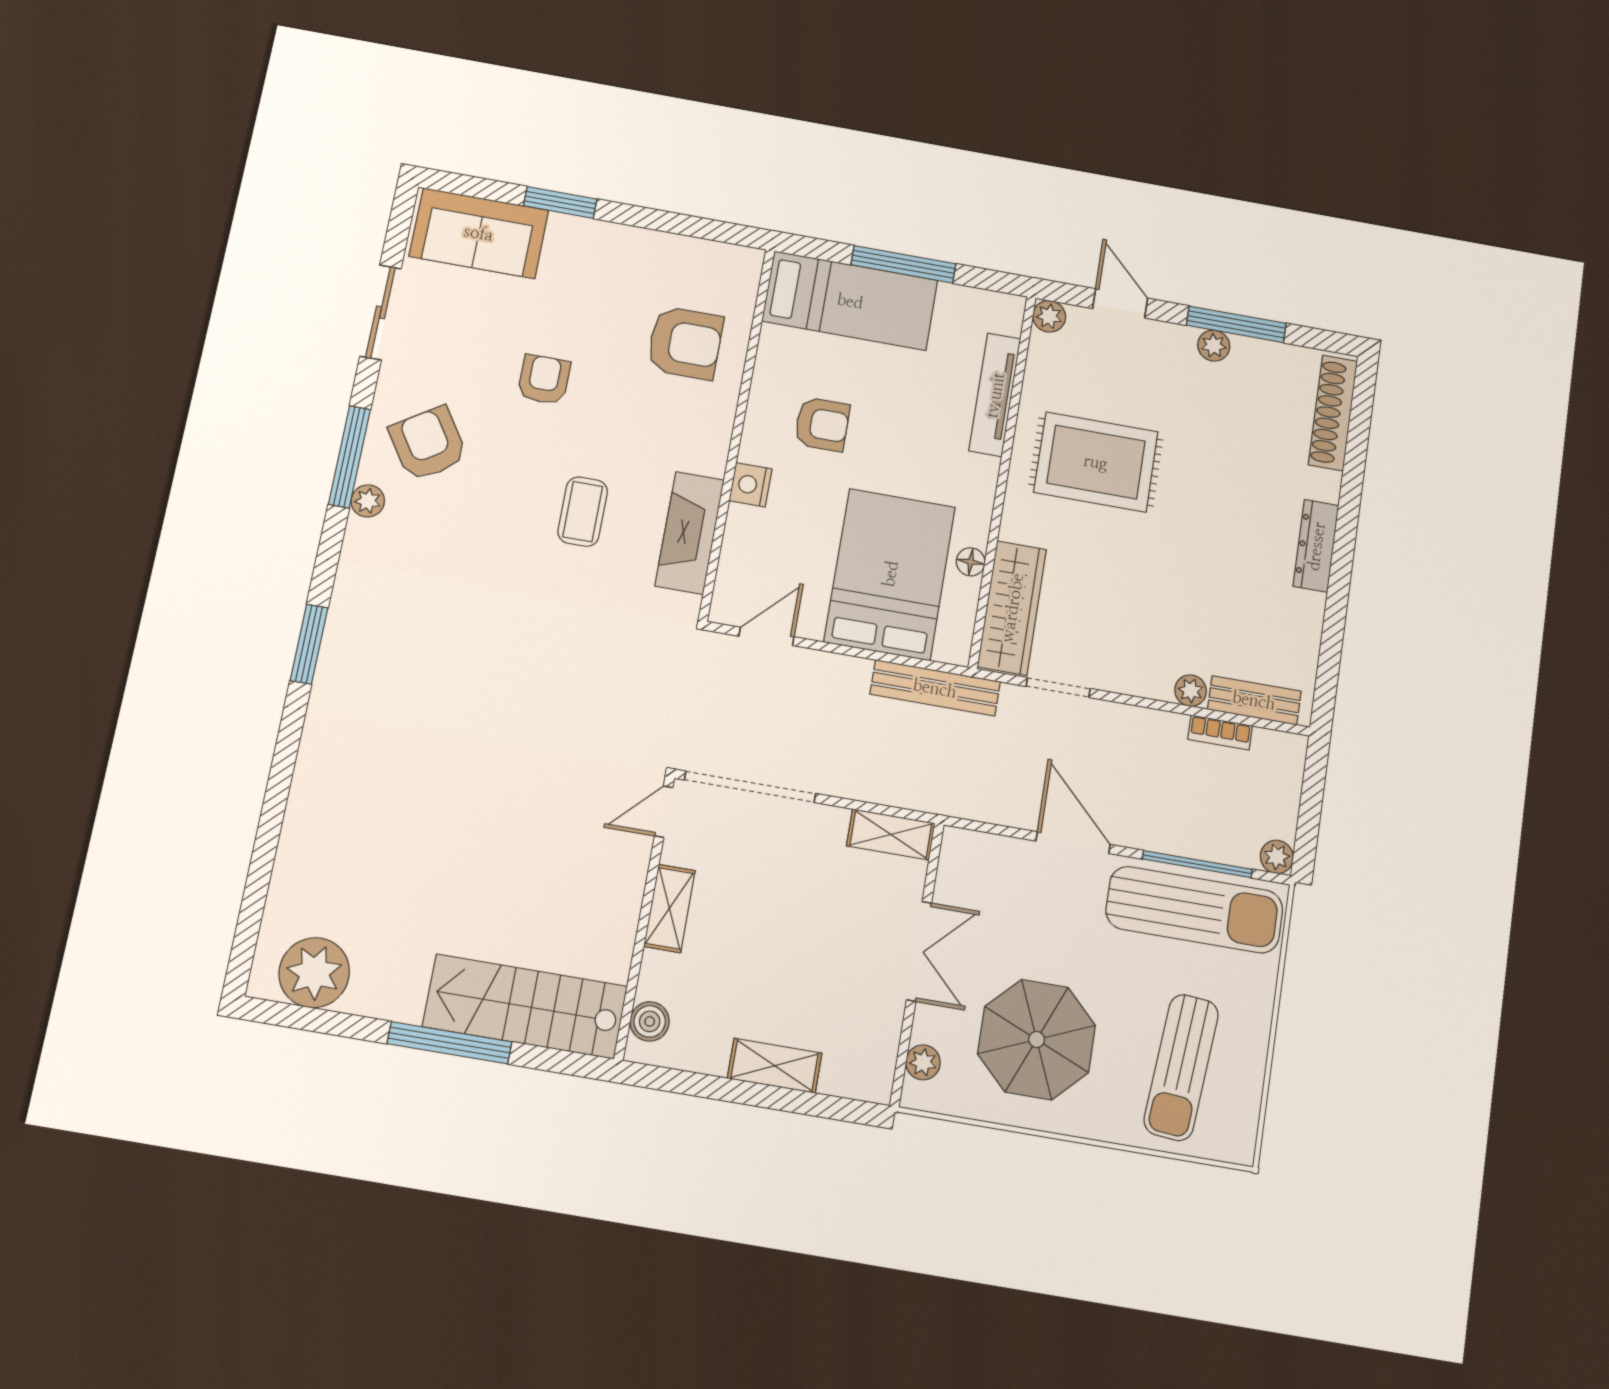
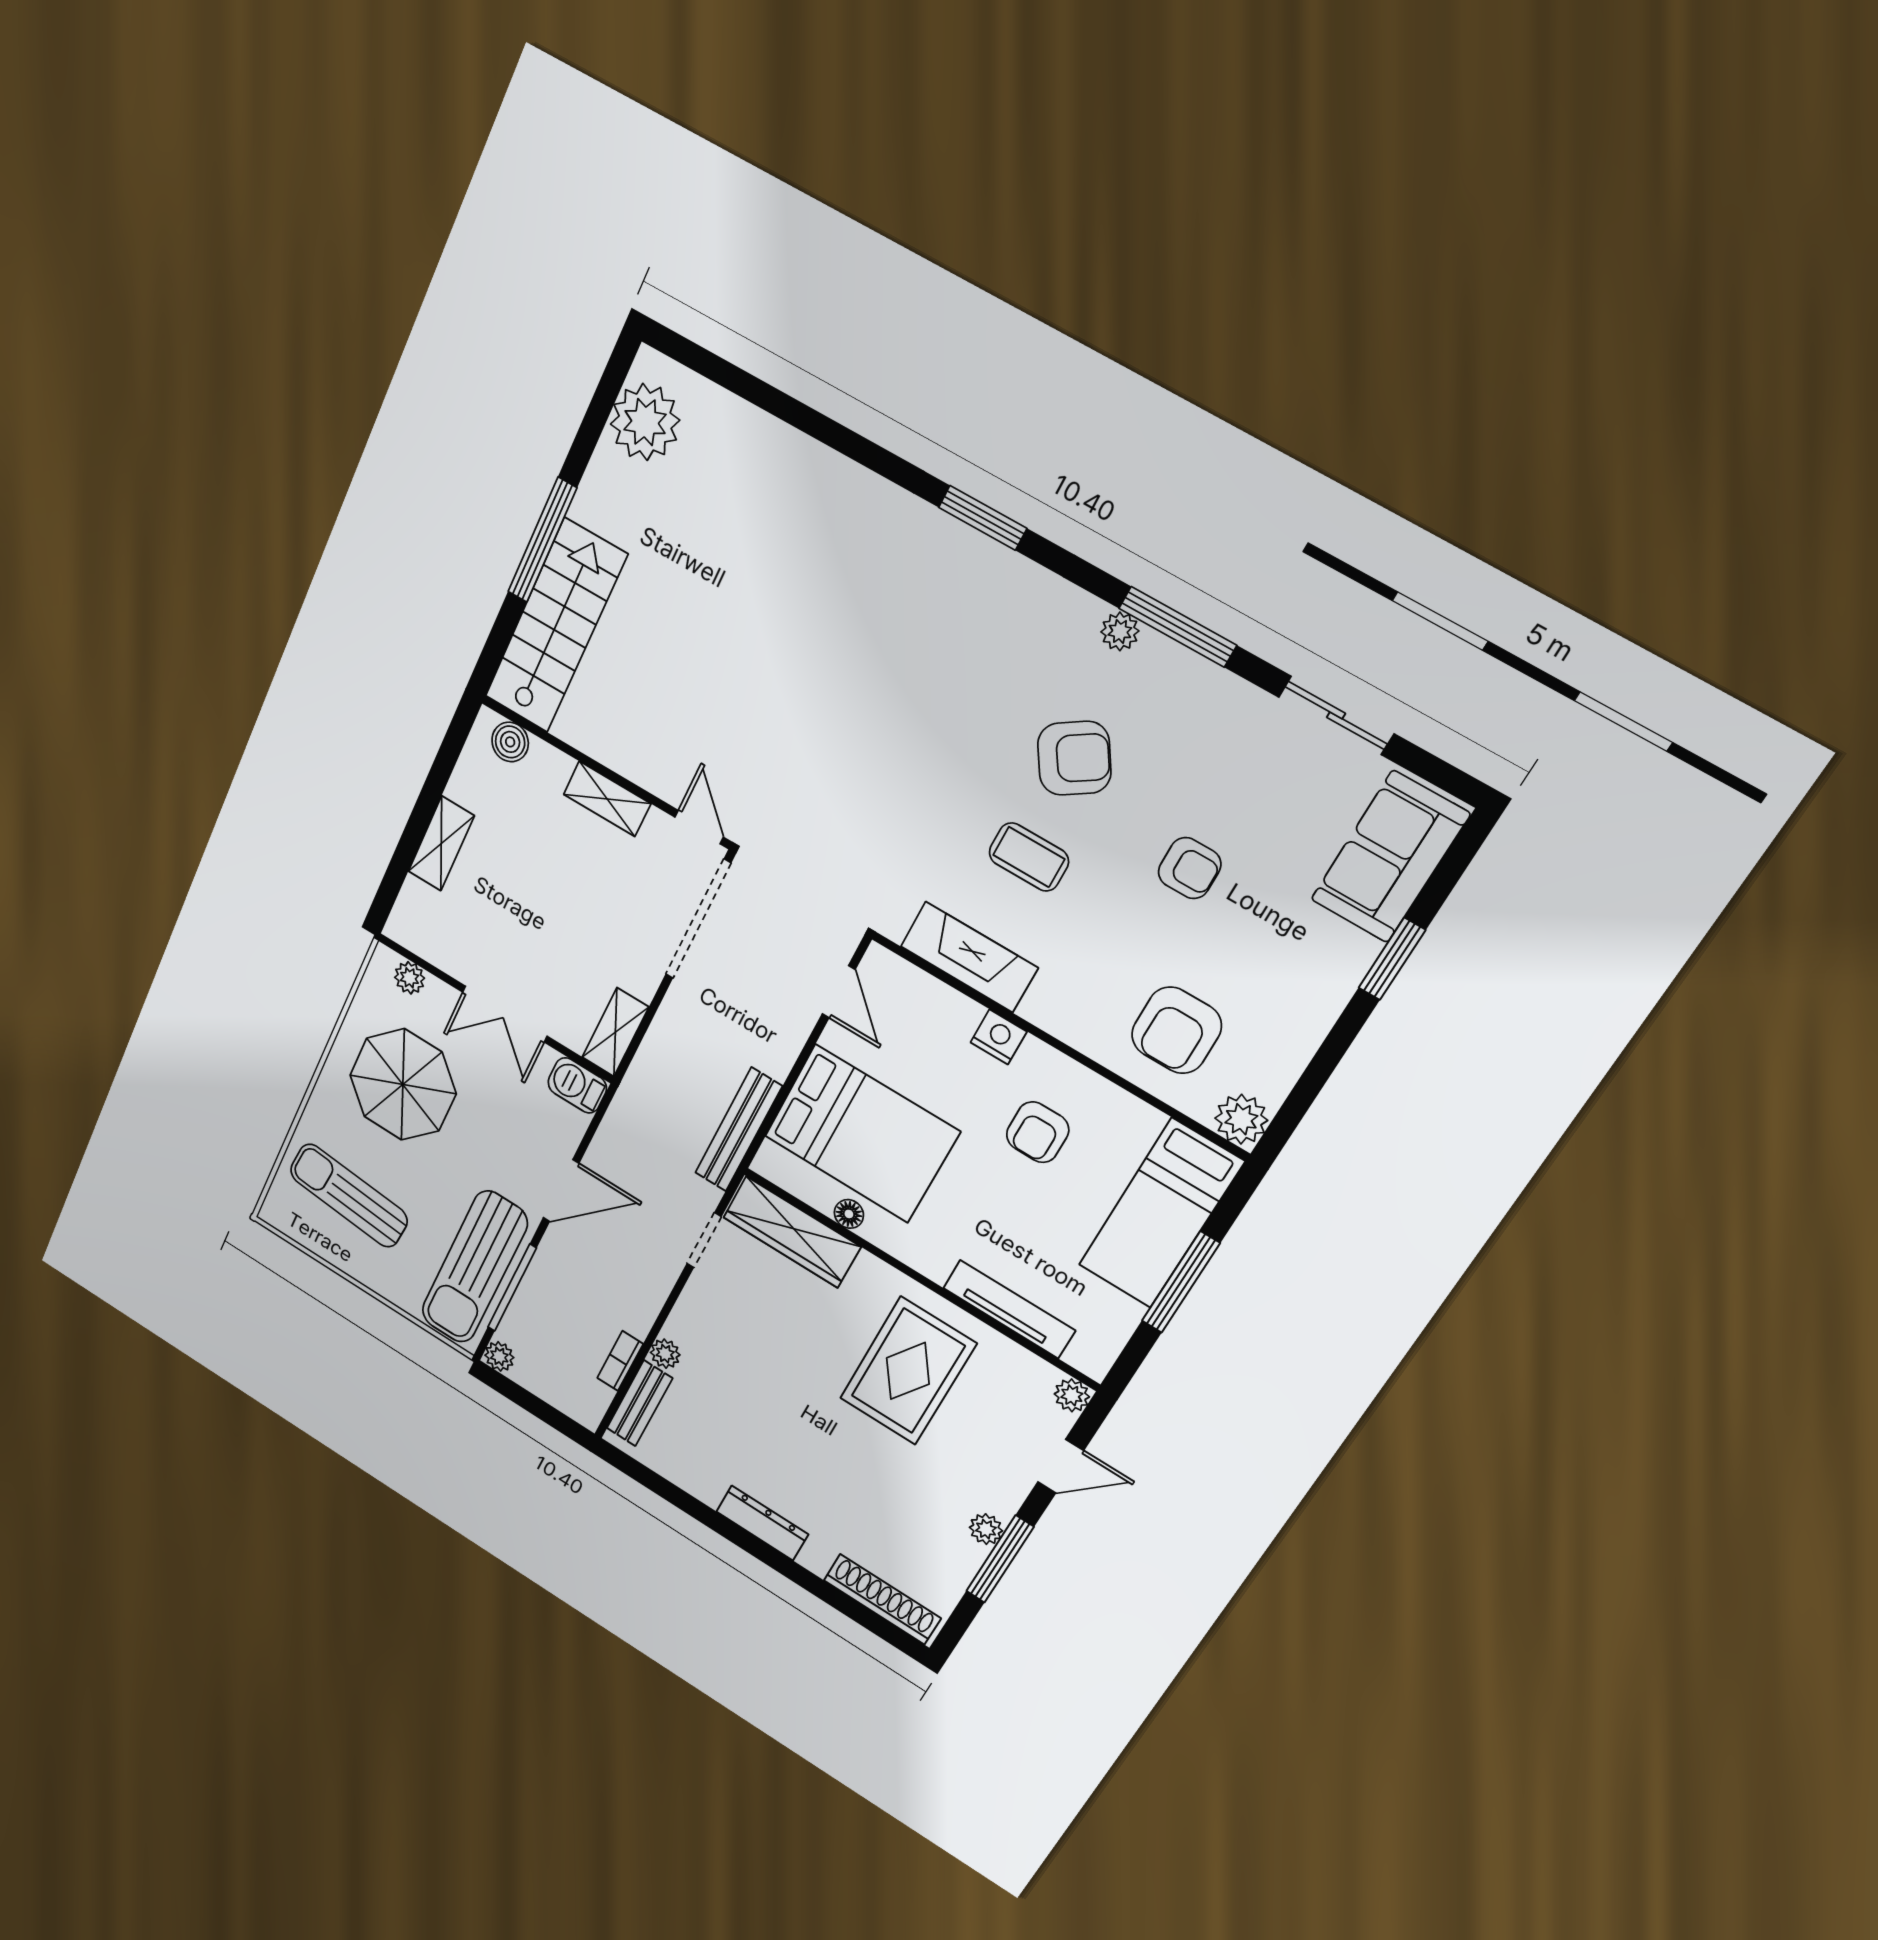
plant: (740, 267) -> (1241, 1119), added
armchair: (428, 444) -> (1074, 758), moved
barbecue: (959, 857) -> (577, 1085), added

